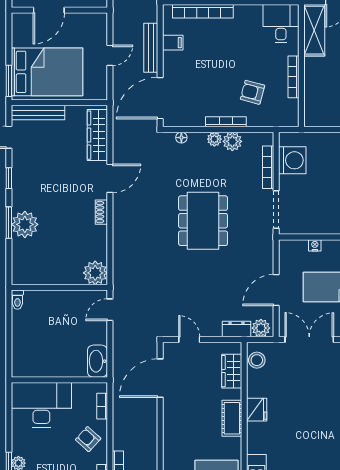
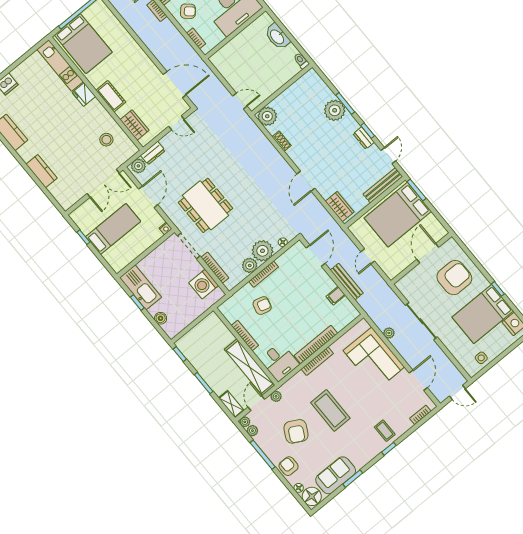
bookcase: (203, 11) -> (316, 344), moved
shelving: (314, 30) -> (250, 367), width x1.47
door: (160, 98) -> (316, 256), width x0.73
wardrobe: (97, 135) -> (340, 207), width x0.67
plant: (214, 139) -> (262, 251), width x1.88, depth x1.88
dresser: (19, 174) -> (364, 138), added
shoe rack: (101, 212) -> (282, 141), moved
dining table: (203, 221) -> (205, 205), moved
nightstand: (315, 245) -> (165, 228), moved
door: (110, 310) -> (240, 101), hinge flipped
stool: (257, 360) -> (106, 140), moved
washbasin: (97, 361) -> (277, 37), moved, turned 180
door: (160, 378) -> (175, 85), hinge flipped
fridge: (257, 410) -> (84, 95), moved

